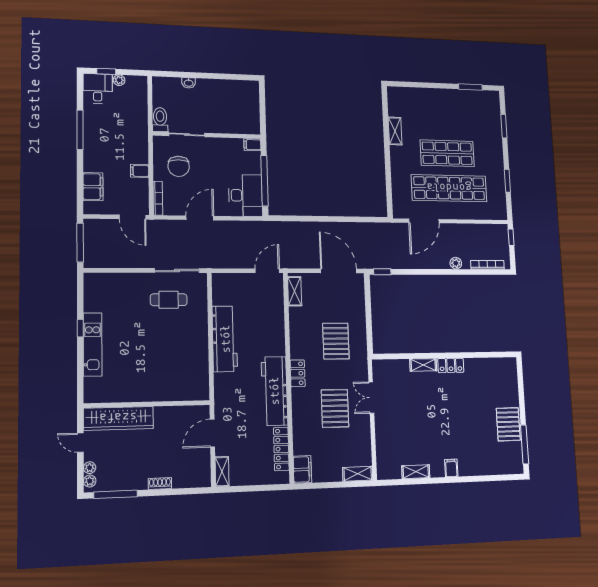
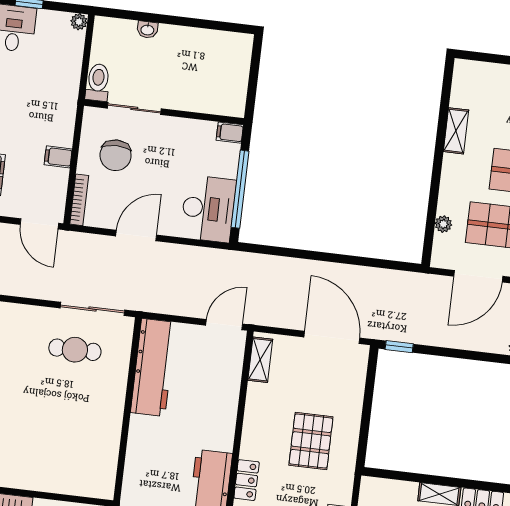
plant: (119, 80) -> (79, 22), moved
plant: (397, 190) -> (443, 224), added
workbench: (225, 339) -> (153, 367), moved

